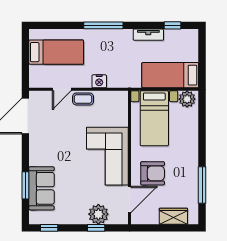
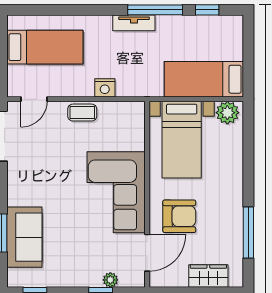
window: (103, 25) -> (155, 10), moved
tv unit: (148, 35) -> (134, 23), moved
door: (62, 89) -> (34, 99), moved
plant: (98, 214) -> (110, 280), width x0.53, depth x0.53

